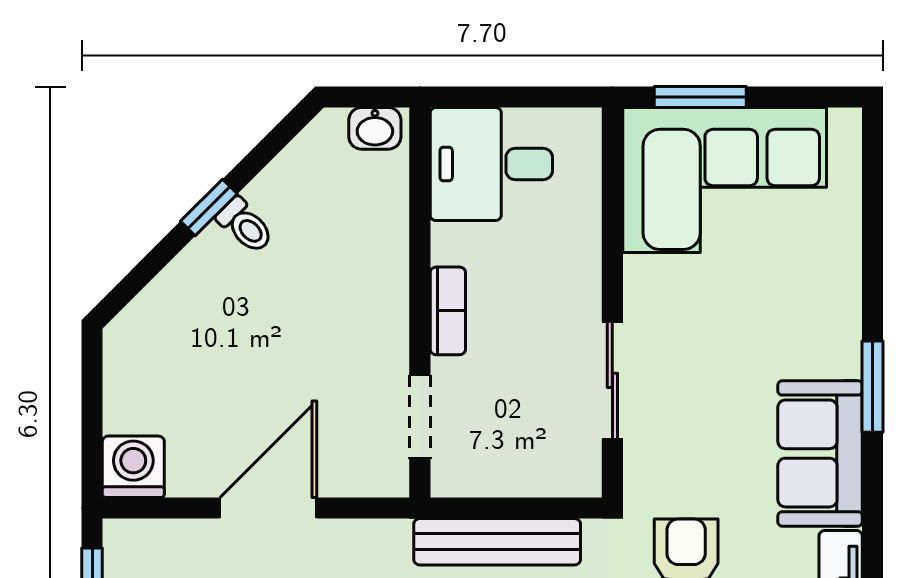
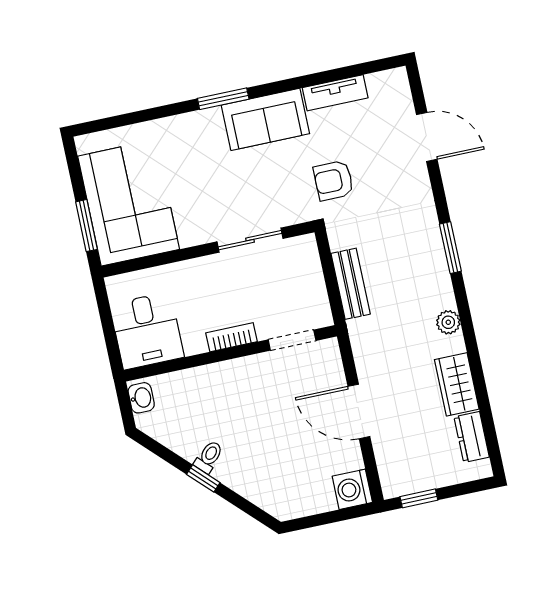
bench: (497, 542) -> (351, 284), width x0.73

